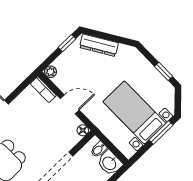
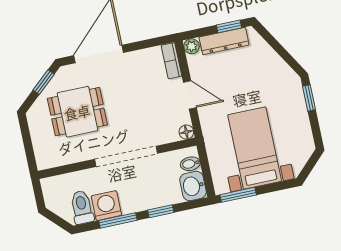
dresser: (99, 45) -> (224, 41), moved, turned -59
window: (163, 71) -> (309, 98), moved
window: (161, 132) -> (238, 195), moved

